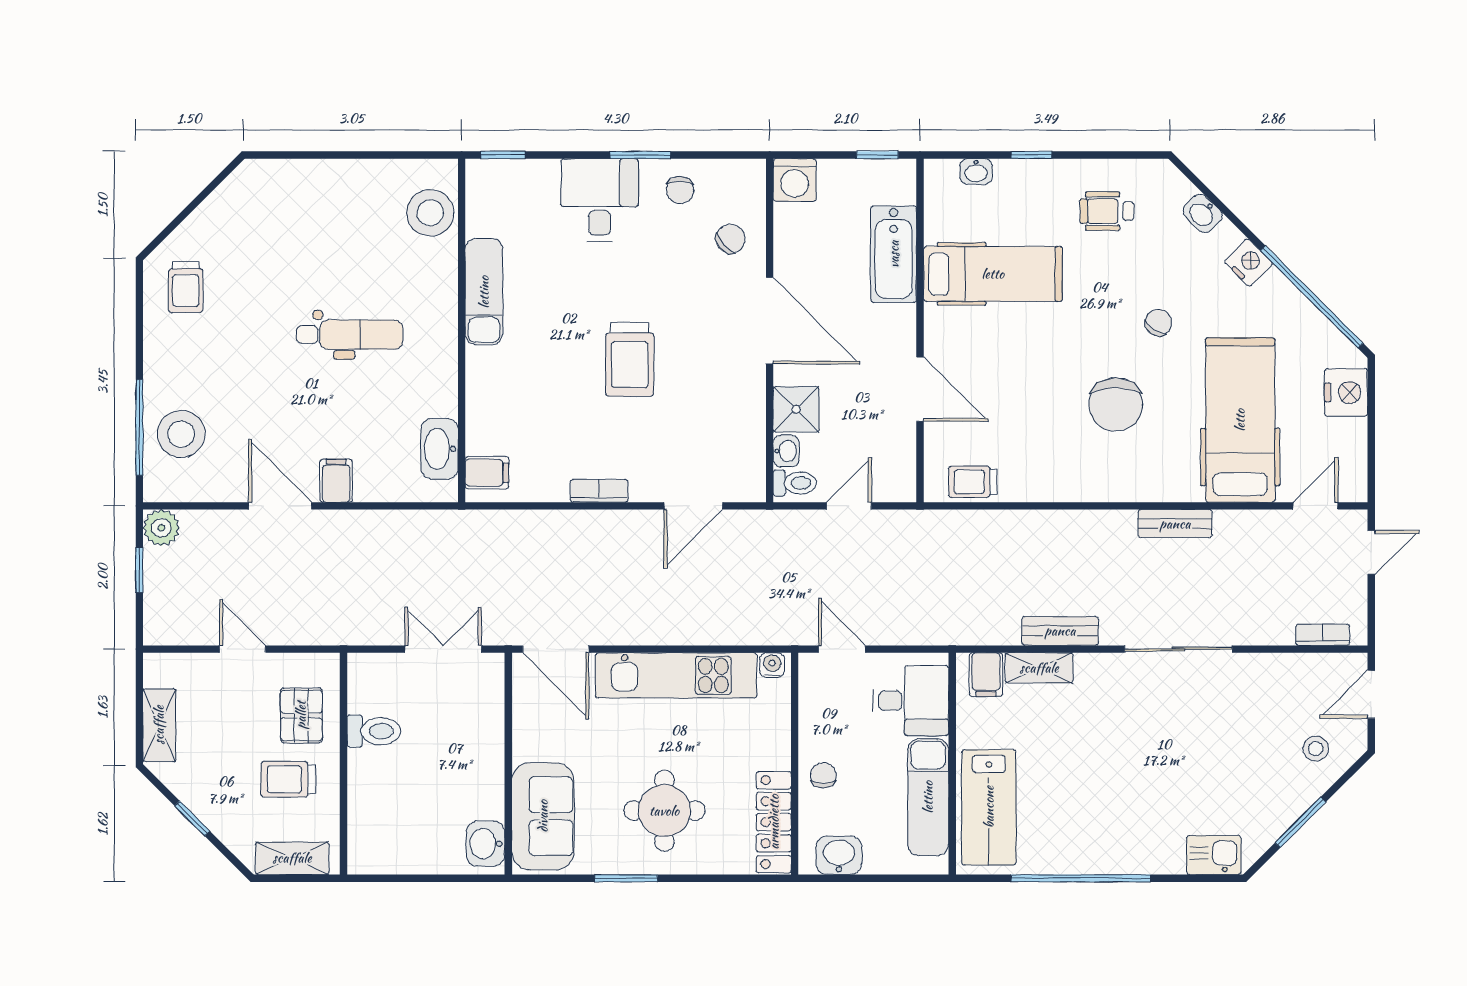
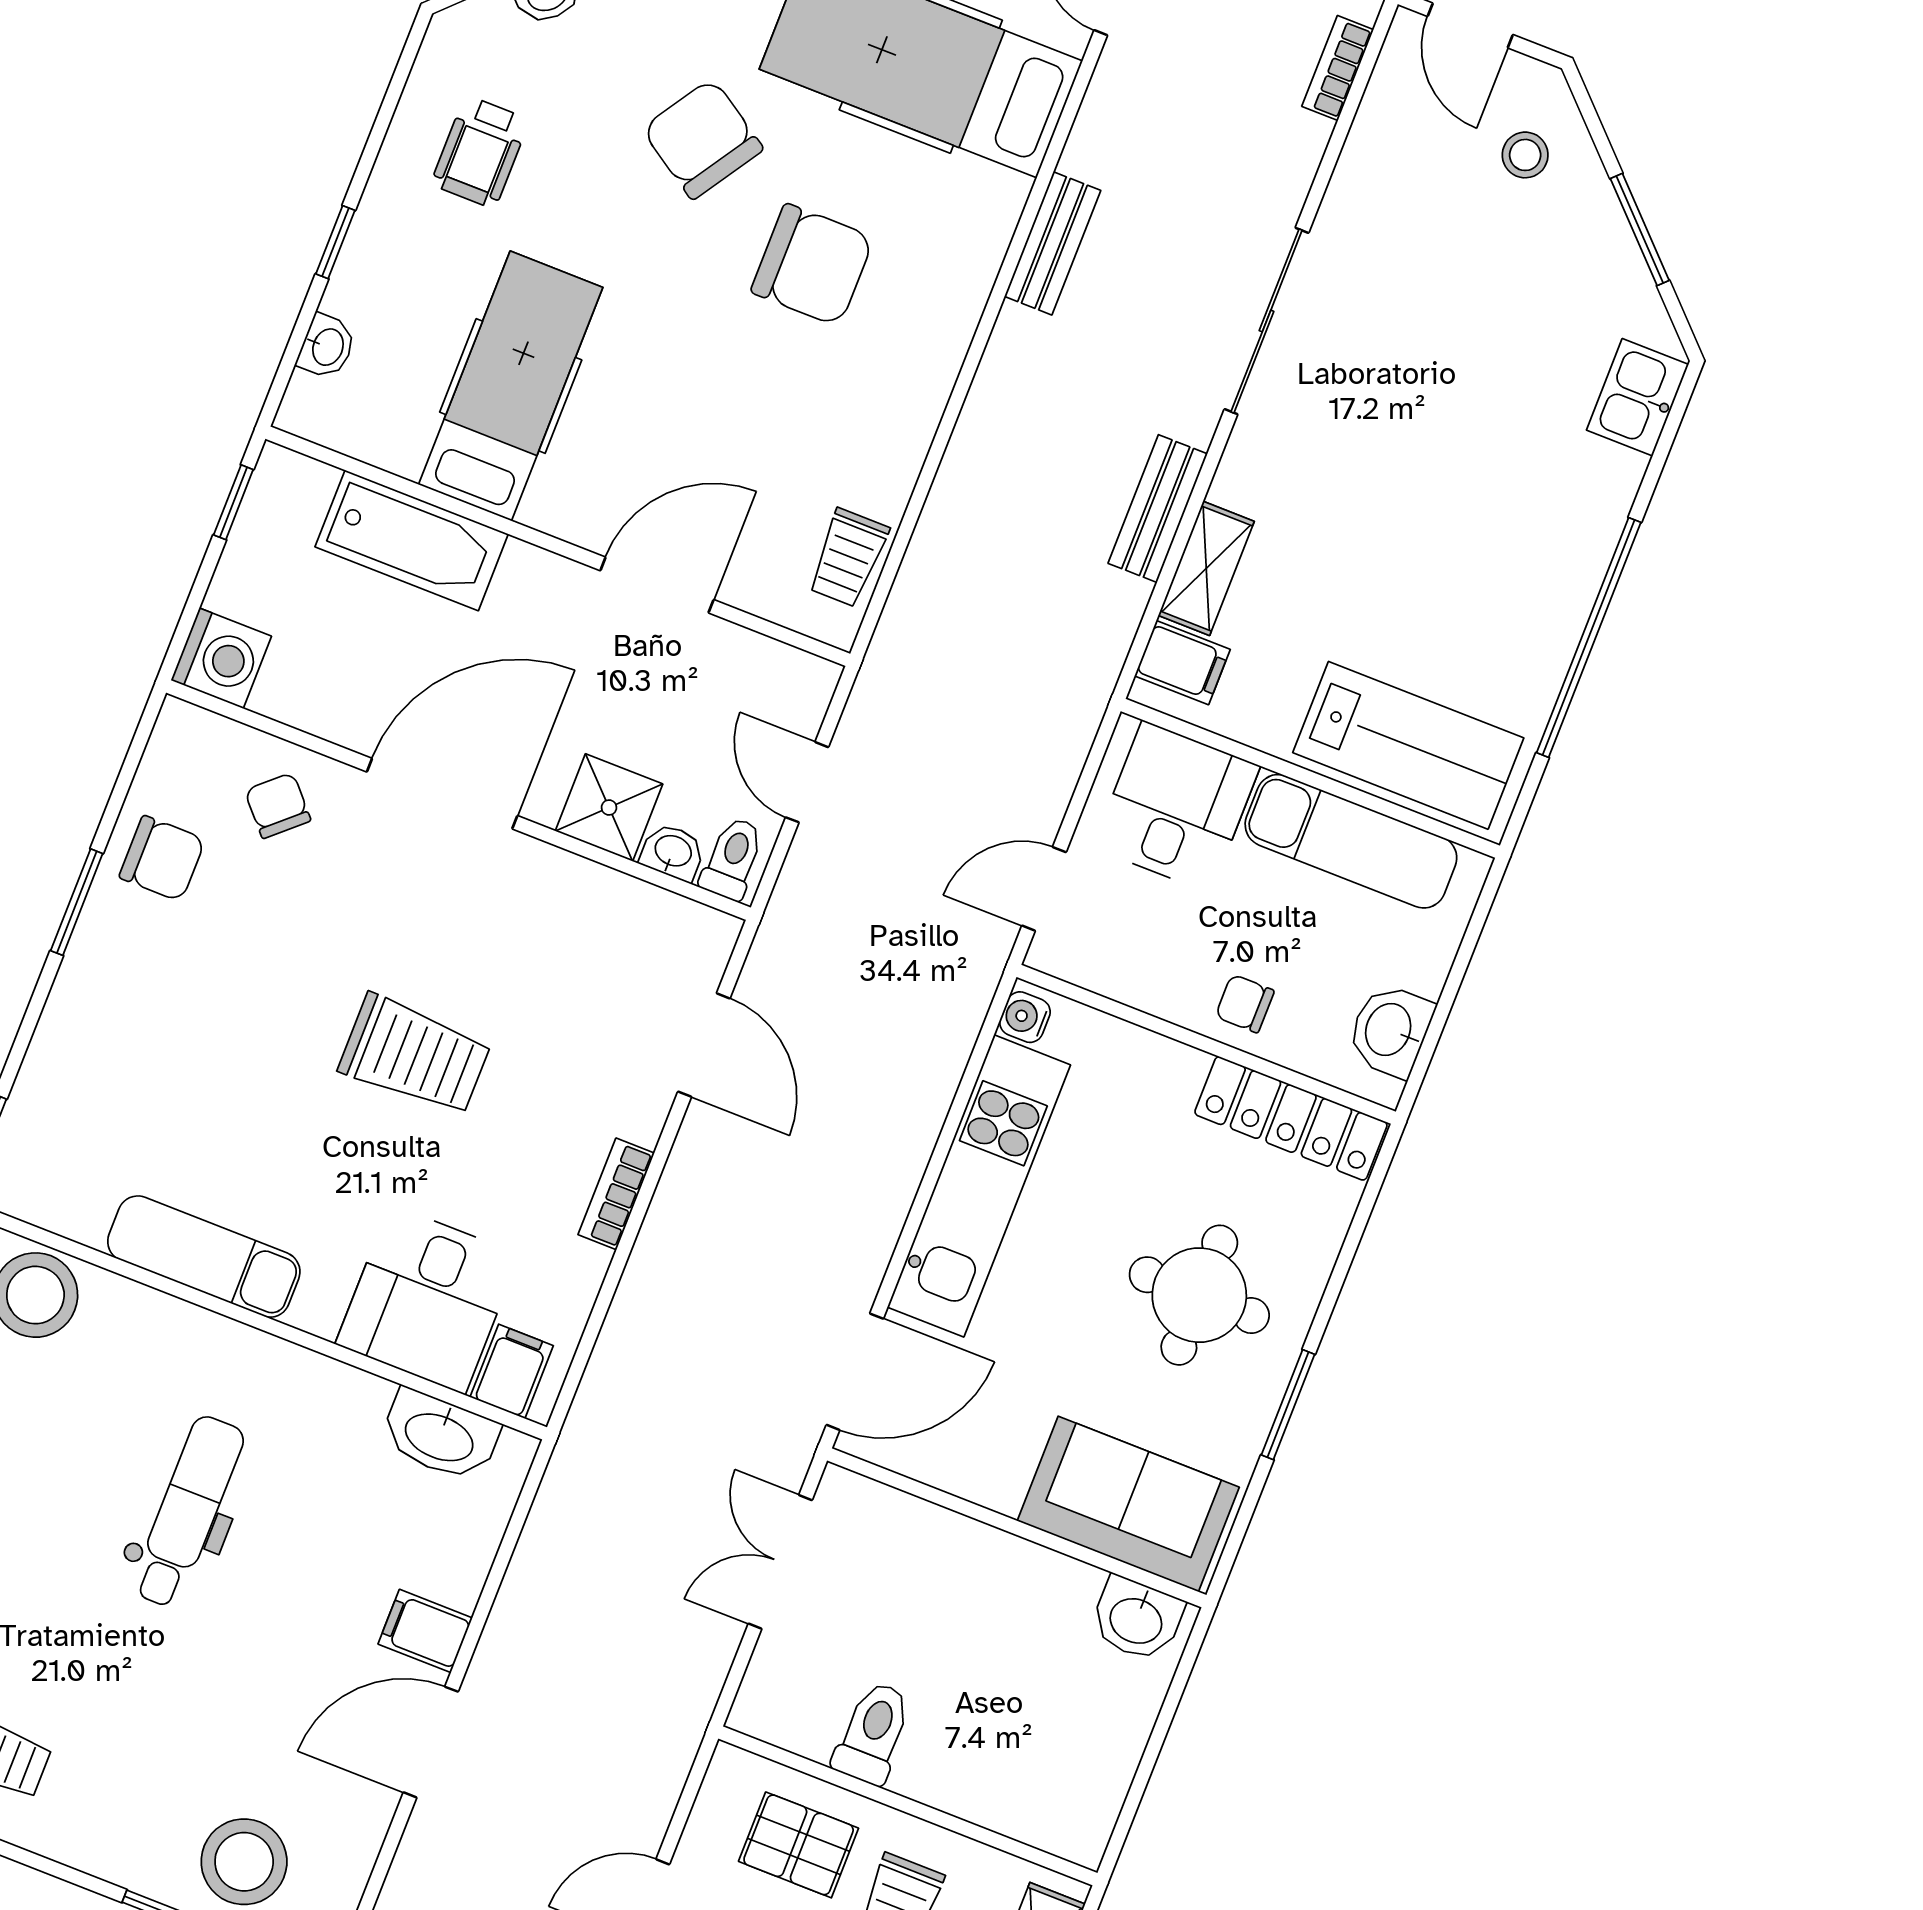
chair: (680, 190) -> (162, 858), width x1.37, depth x1.37
desk: (600, 200) -> (427, 1299), moved, turned -90
chair: (1158, 323) -> (702, 139), width x1.87, depth x1.87

